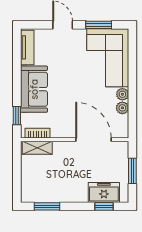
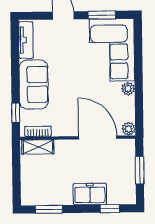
plant: (122, 108) -> (128, 129), moved
freezer: (104, 193) -> (90, 194), moved

